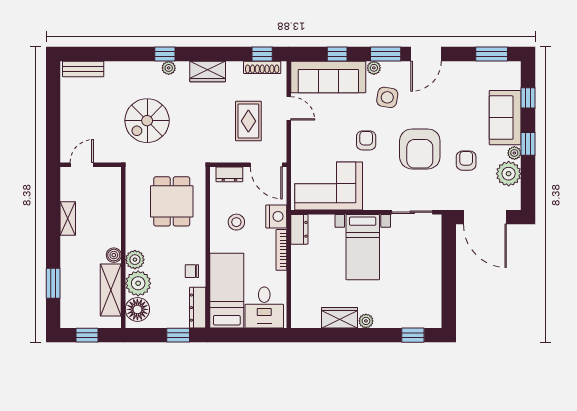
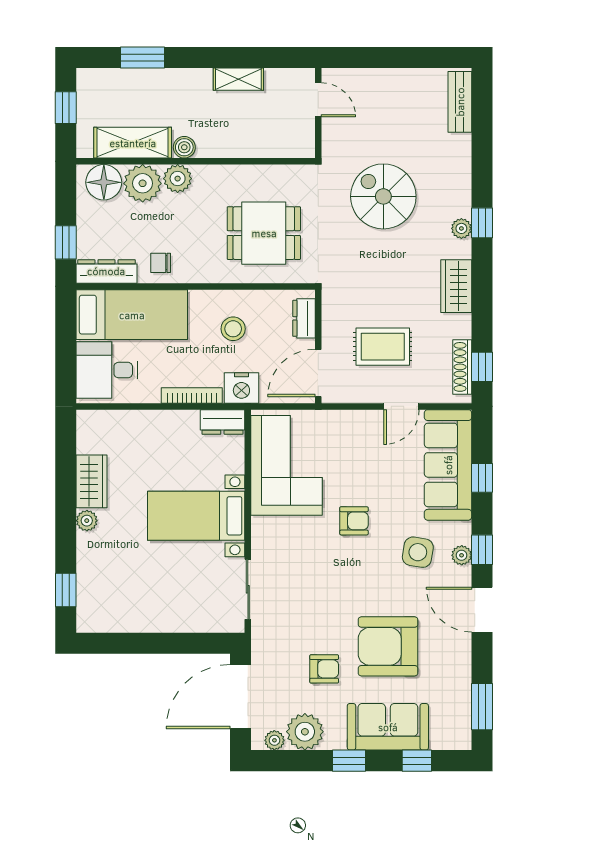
window: (386, 54) -> (482, 550), width x0.67
plant: (374, 68) -> (462, 555), moved
armchair: (420, 149) -> (388, 646), moved
plant: (514, 153) -> (274, 740), moved
chair: (192, 271) -> (161, 263), turned -90

